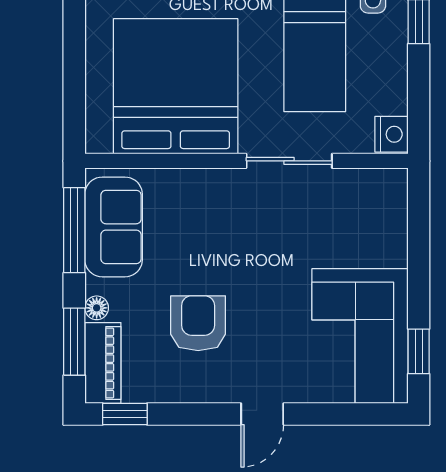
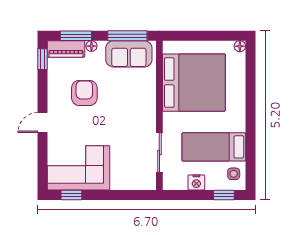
nightstand: (392, 134) -> (196, 182), moved
sliding door: (289, 161) -> (159, 152), moved
armchair: (198, 323) -> (84, 93), turned -90
door: (262, 414) -> (42, 123), hinge flipped

